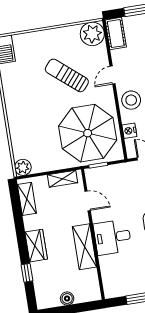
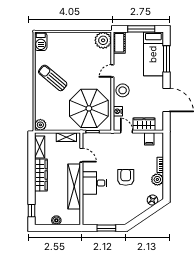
sun lounger: (67, 75) -> (53, 78), moved
wardrobe: (36, 246) -> (41, 175), width x1.50
shelving: (85, 247) -> (74, 187), width x1.47
window: (27, 273) -> (32, 211), moved

